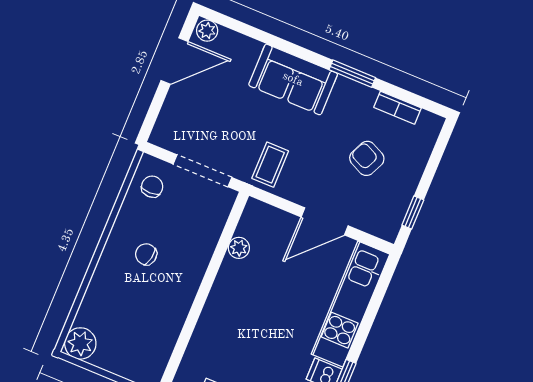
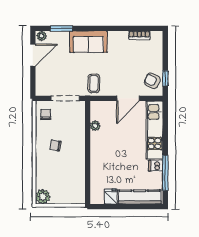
window: (352, 74) -> (61, 28), moved
armchair: (367, 158) -> (152, 81), moved

